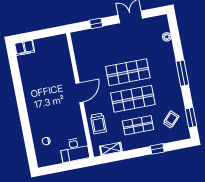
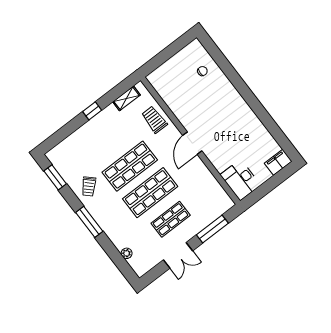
window: (96, 23) -> (212, 229), width x2.17
trolley: (171, 120) -> (89, 186), moved
shop shelf: (138, 125) -> (171, 219), moved
window: (157, 149) -> (92, 111), moved
desk: (75, 150) -> (240, 180), moved, turned -90

